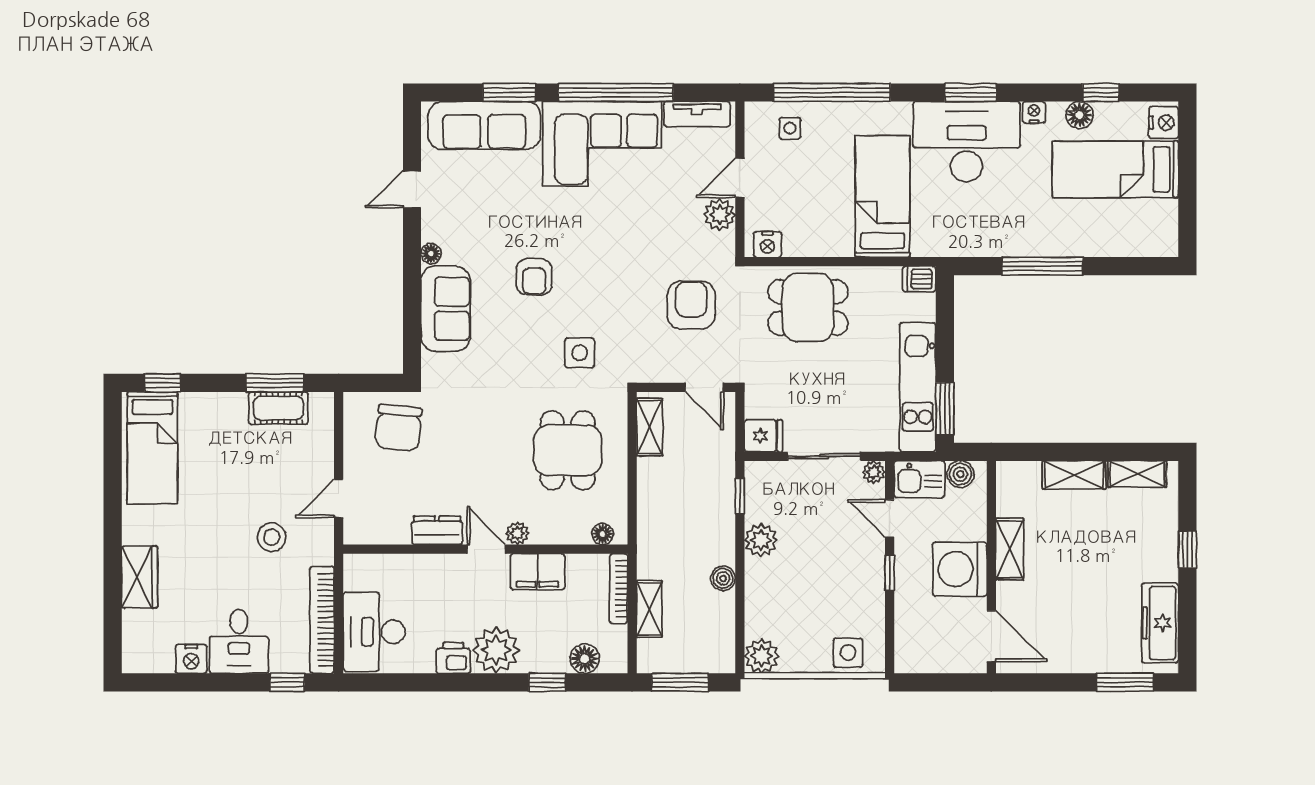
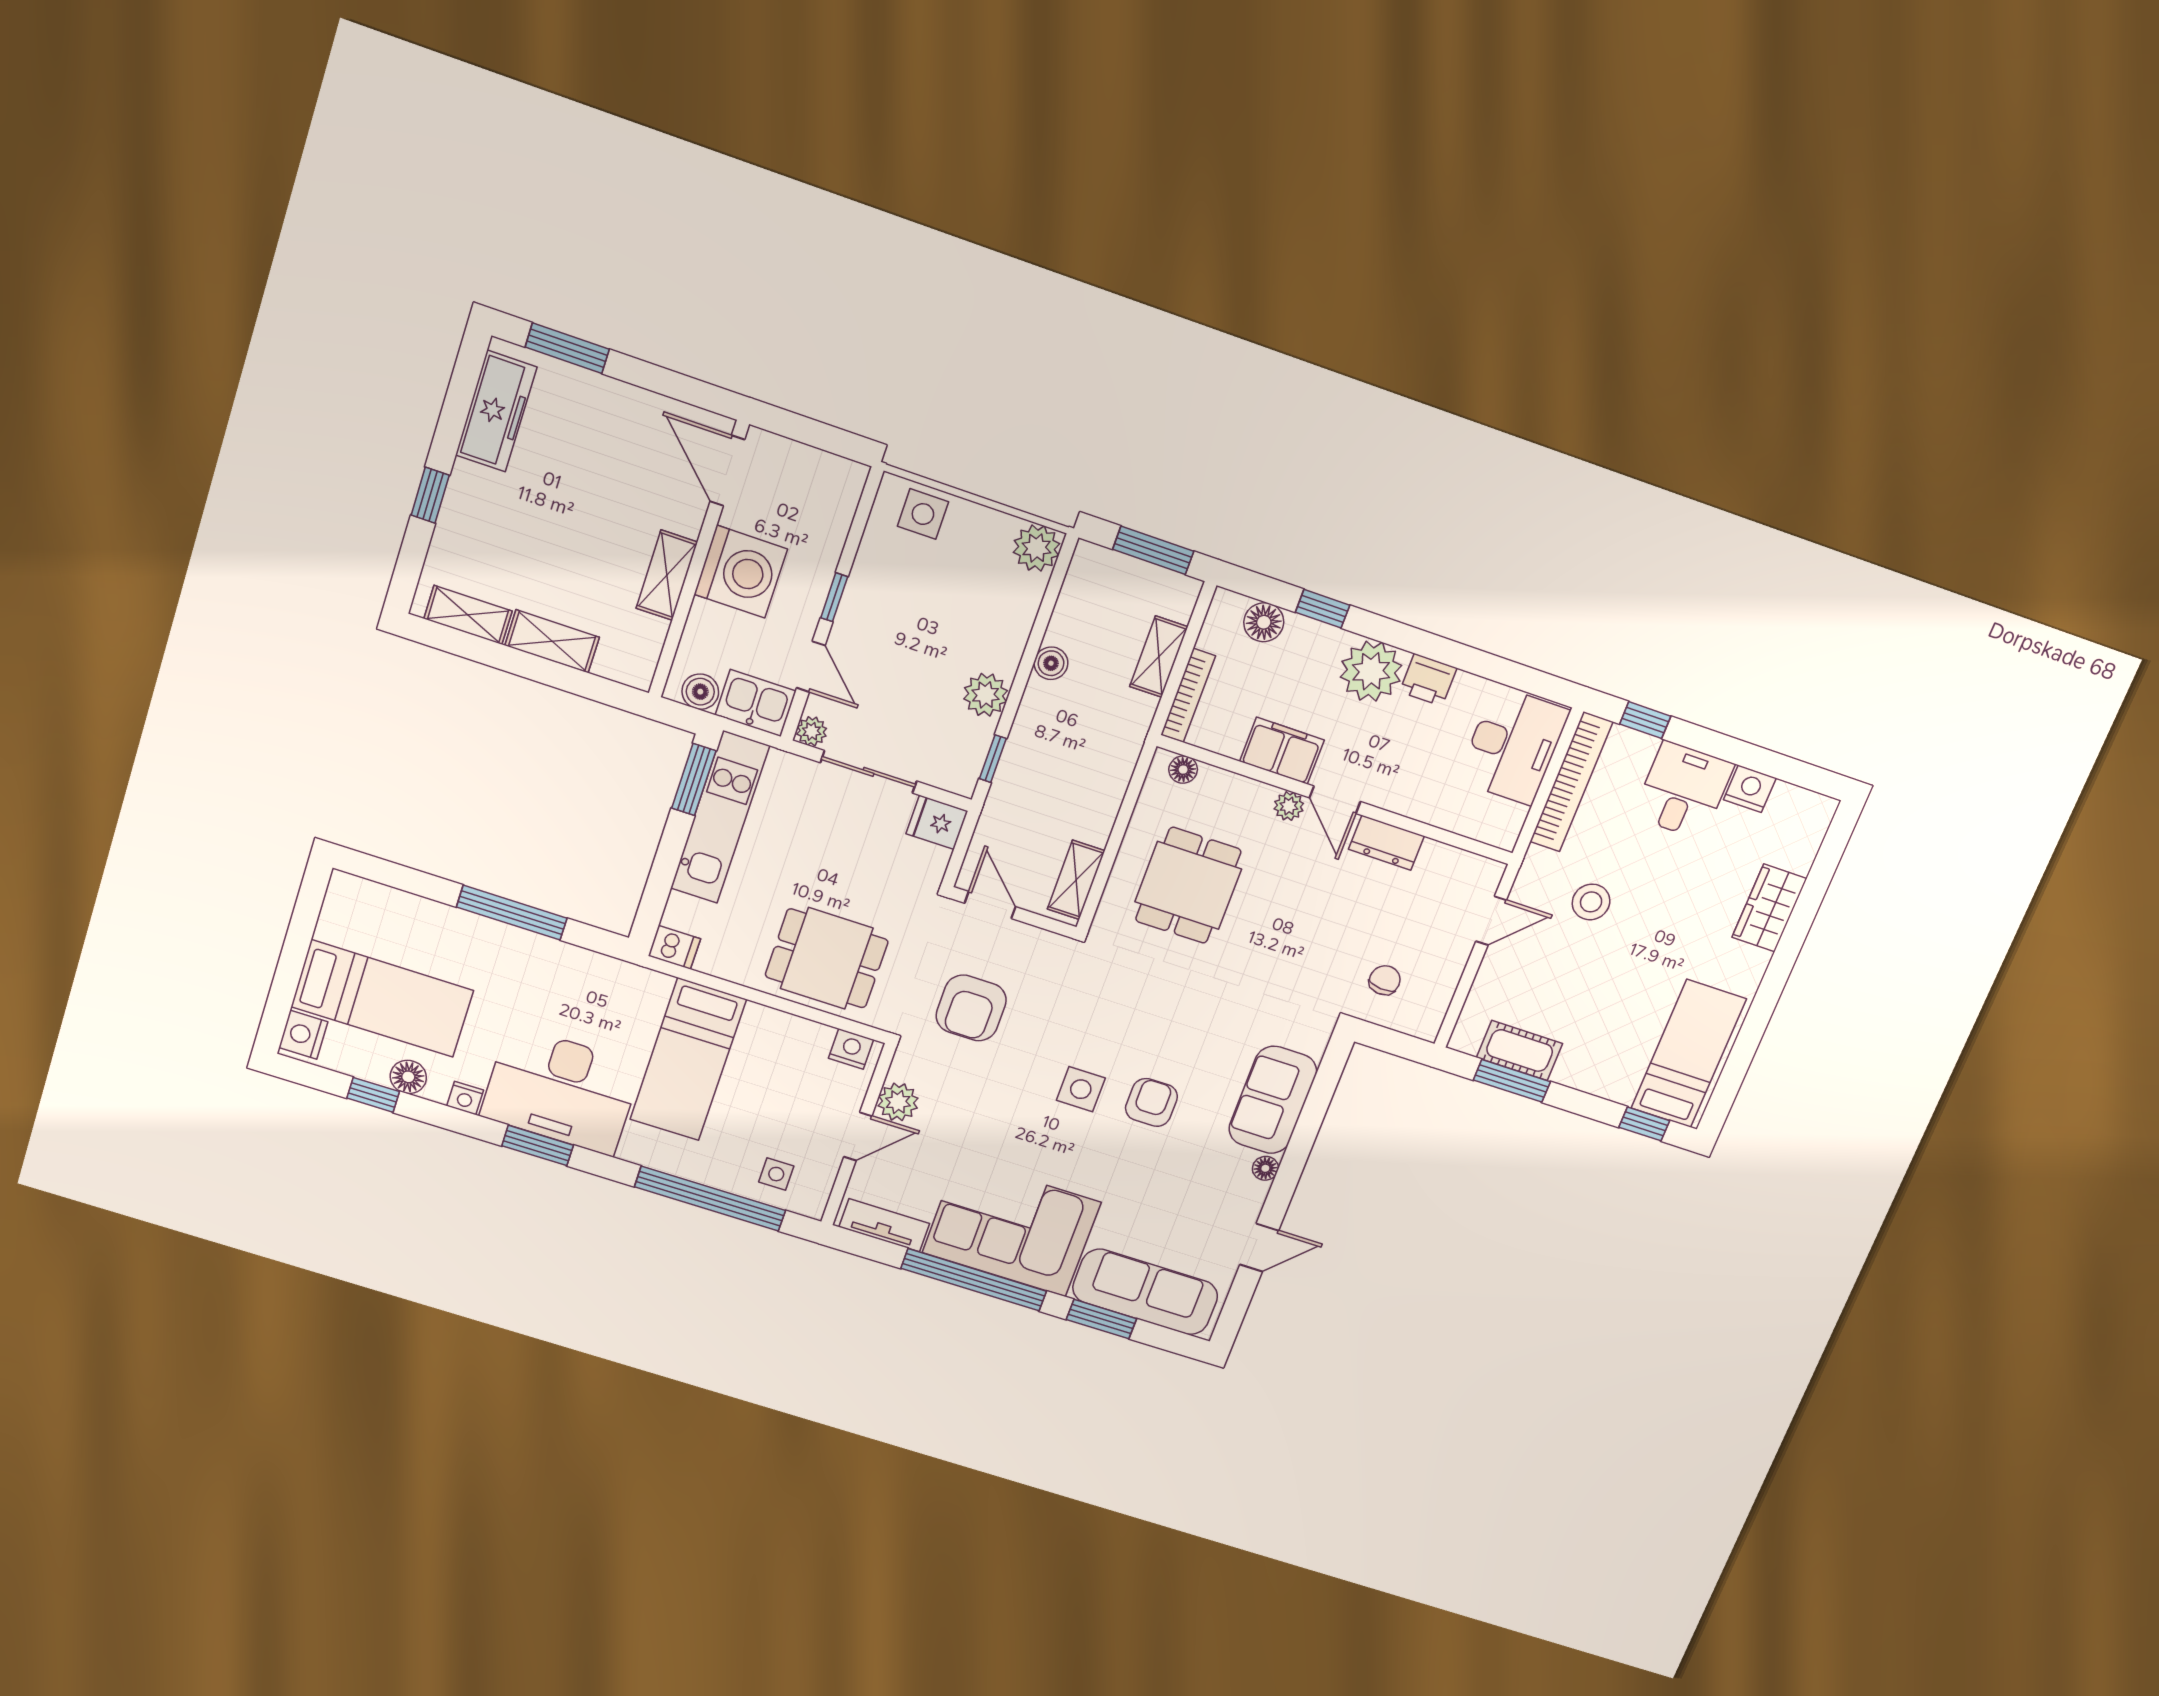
side table: (580, 353) -> (1081, 1089), moved
chair: (399, 428) -> (1385, 980), width x0.54, depth x0.54

